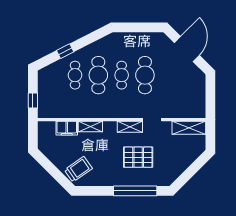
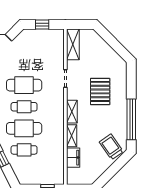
window: (210, 95) -> (42, 24), added
shelving: (130, 127) -> (72, 112), moved
window: (135, 191) -> (131, 119), moved

